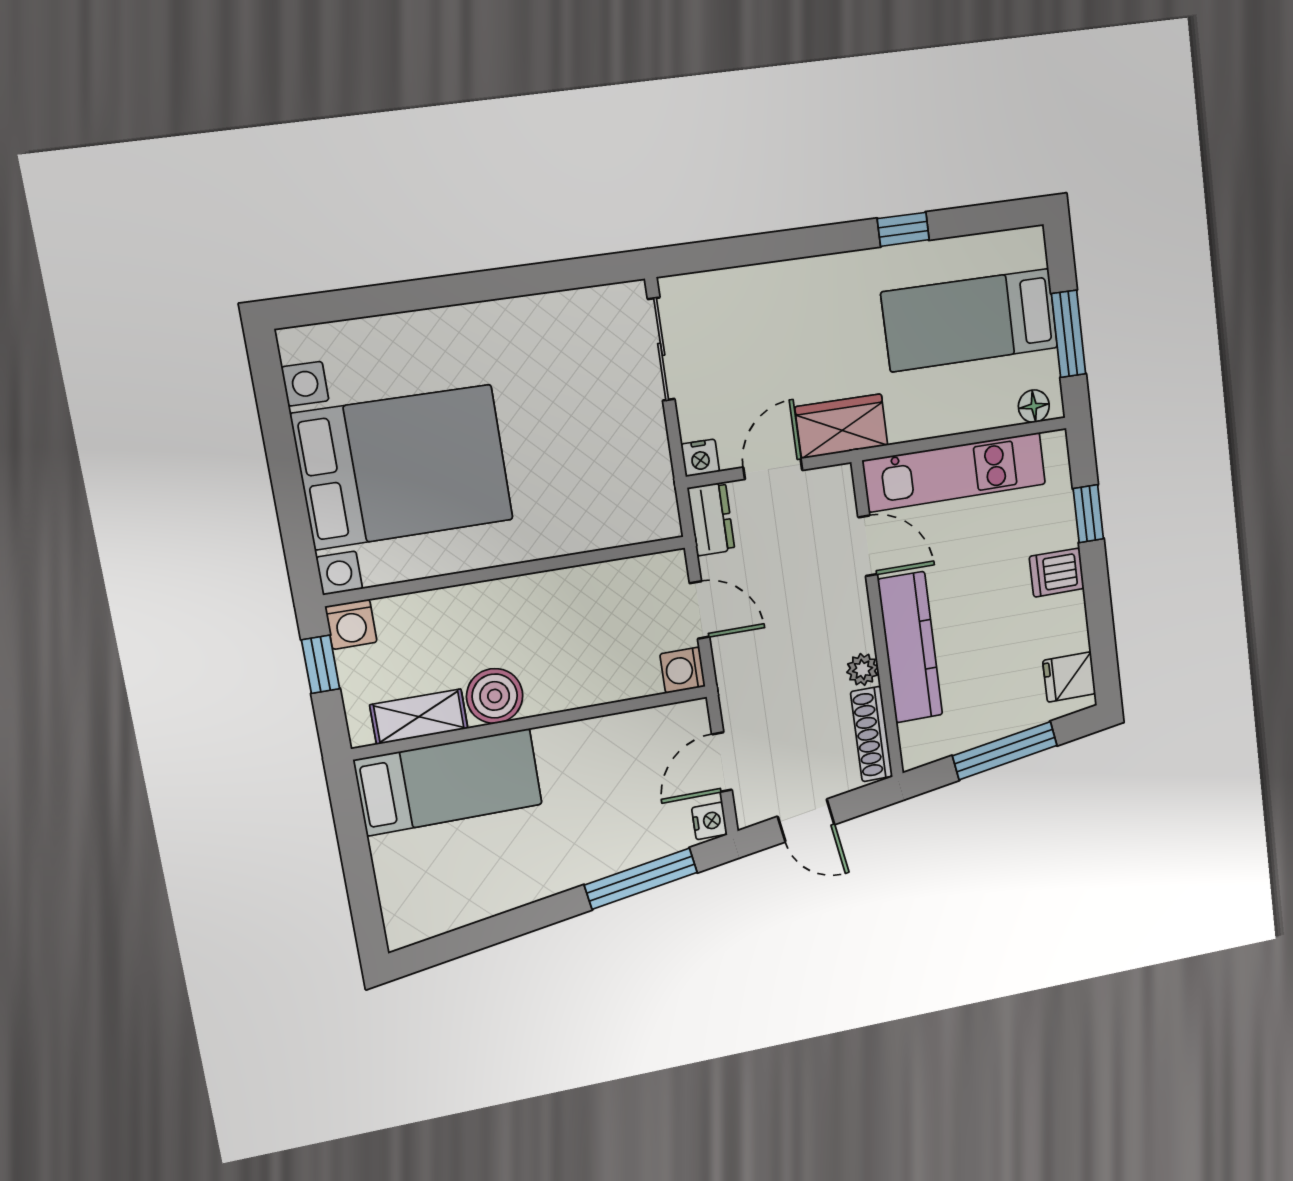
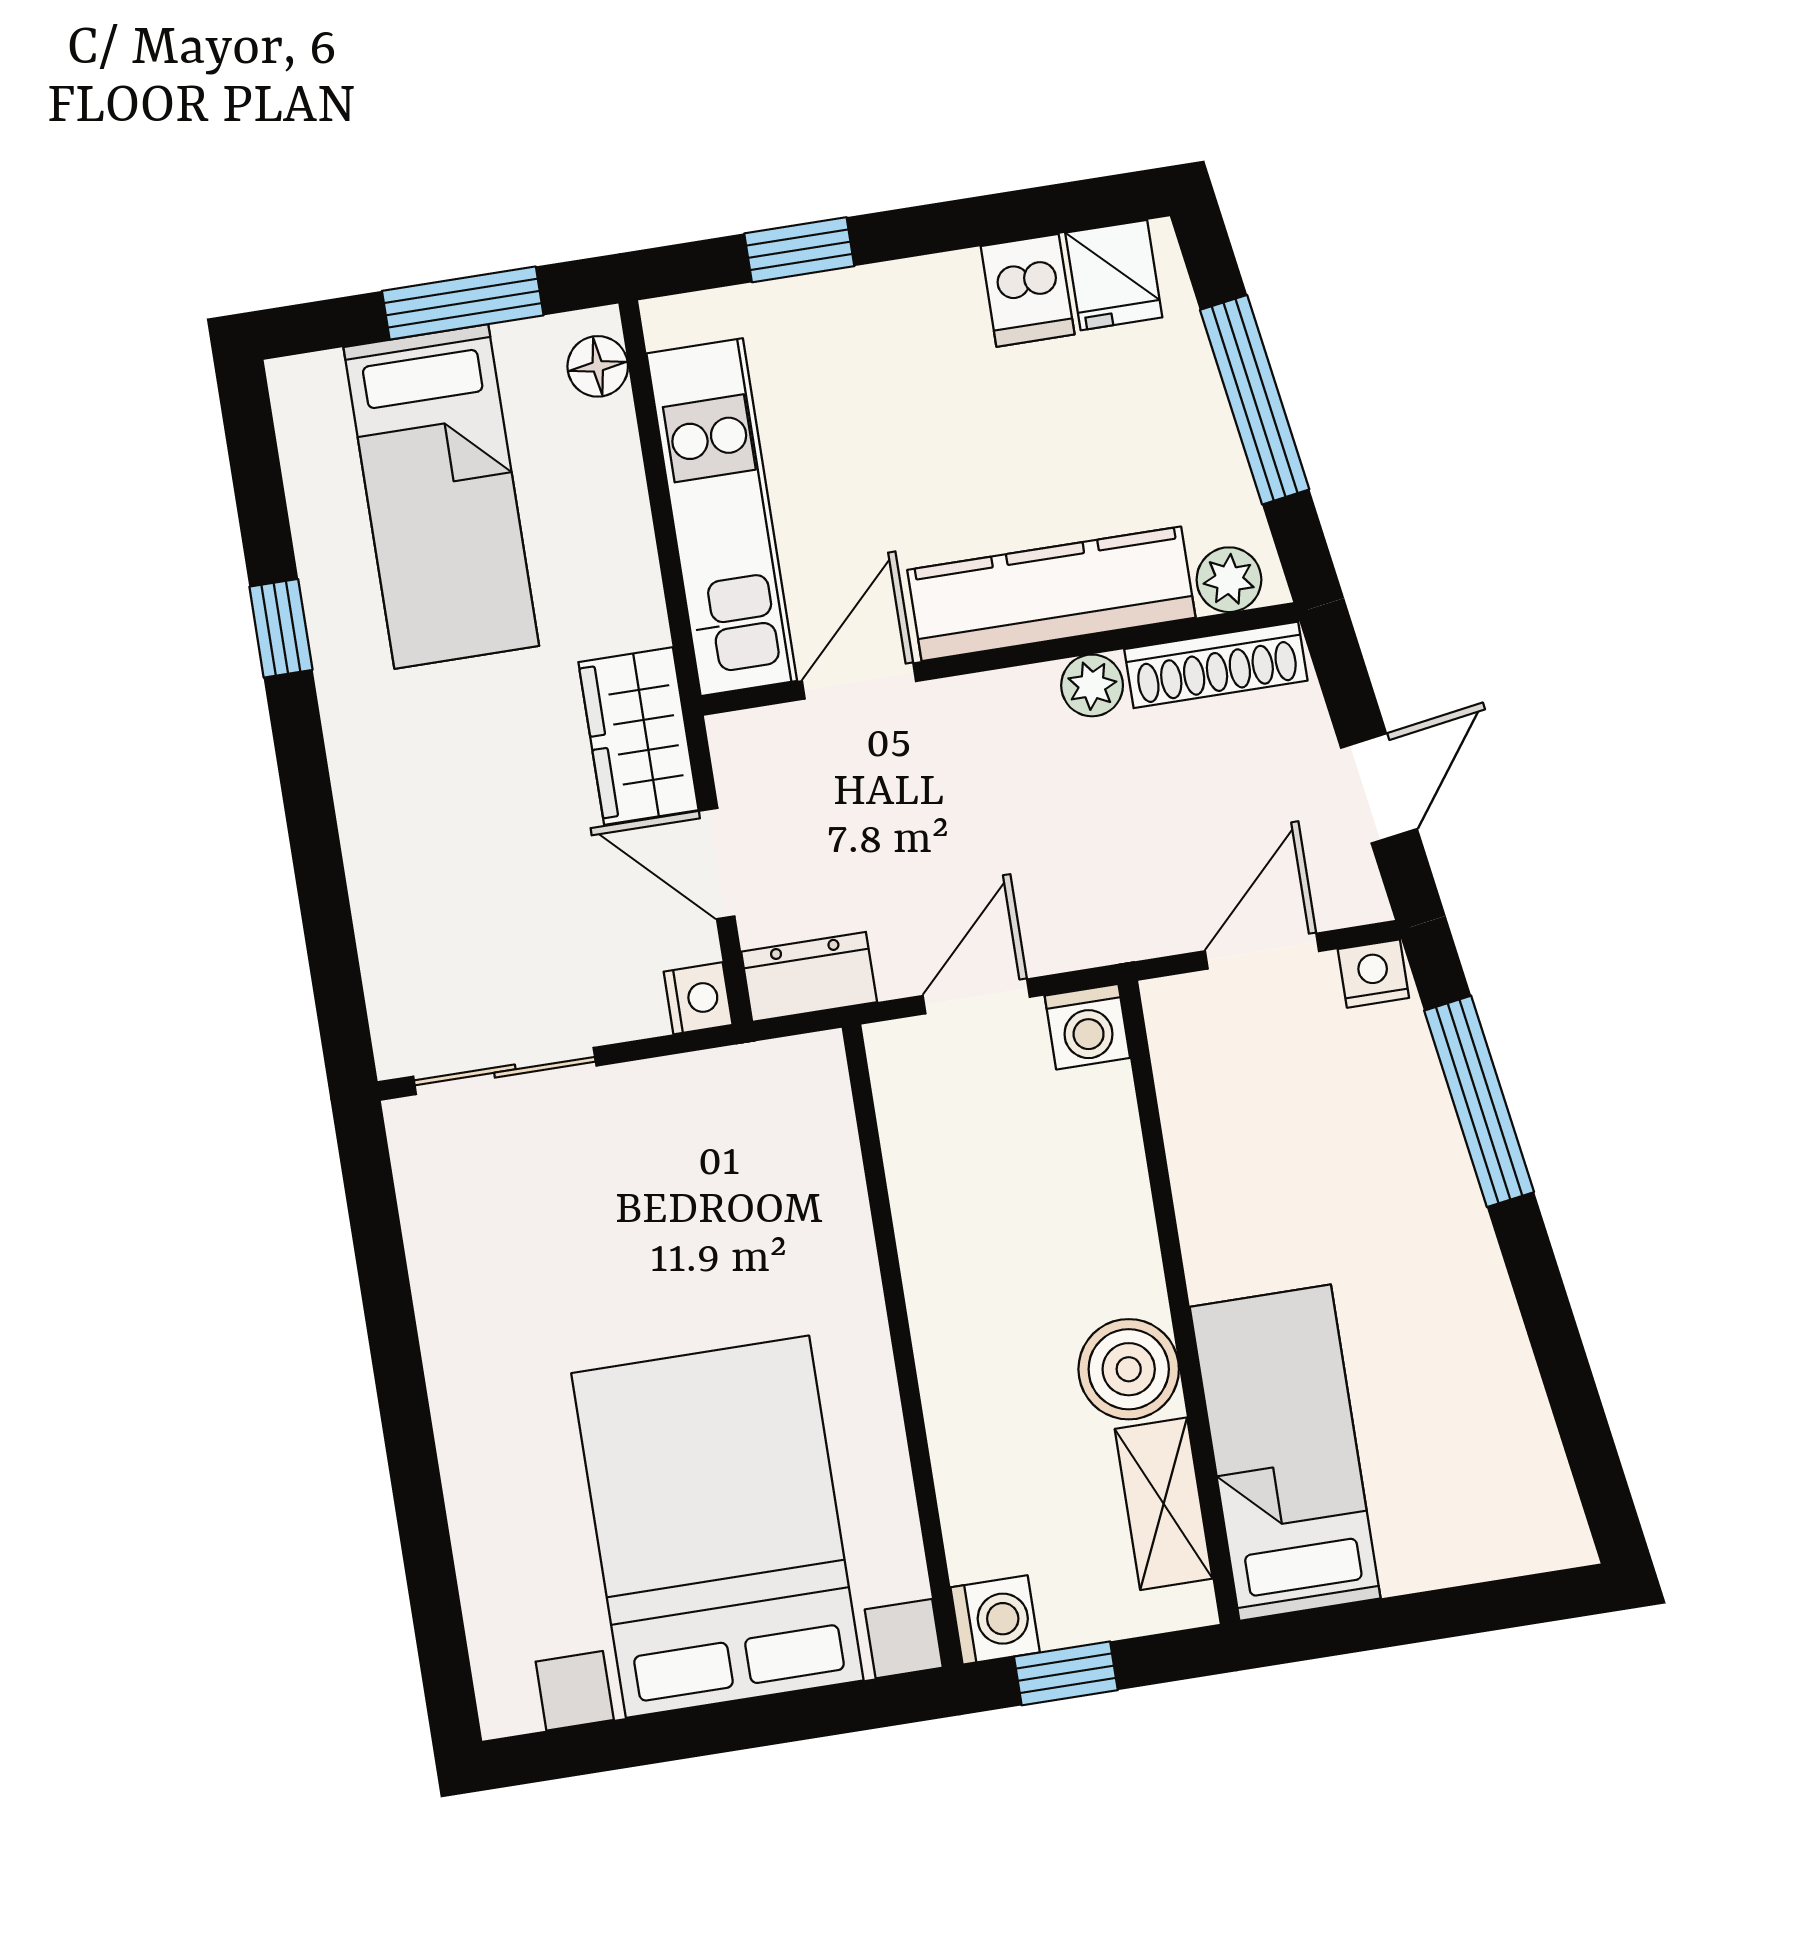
dishwasher: (1057, 573) -> (1028, 290), moved
plant: (915, 740) -> (1229, 580), added
door: (722, 762) -> (1262, 951), swing flipped

